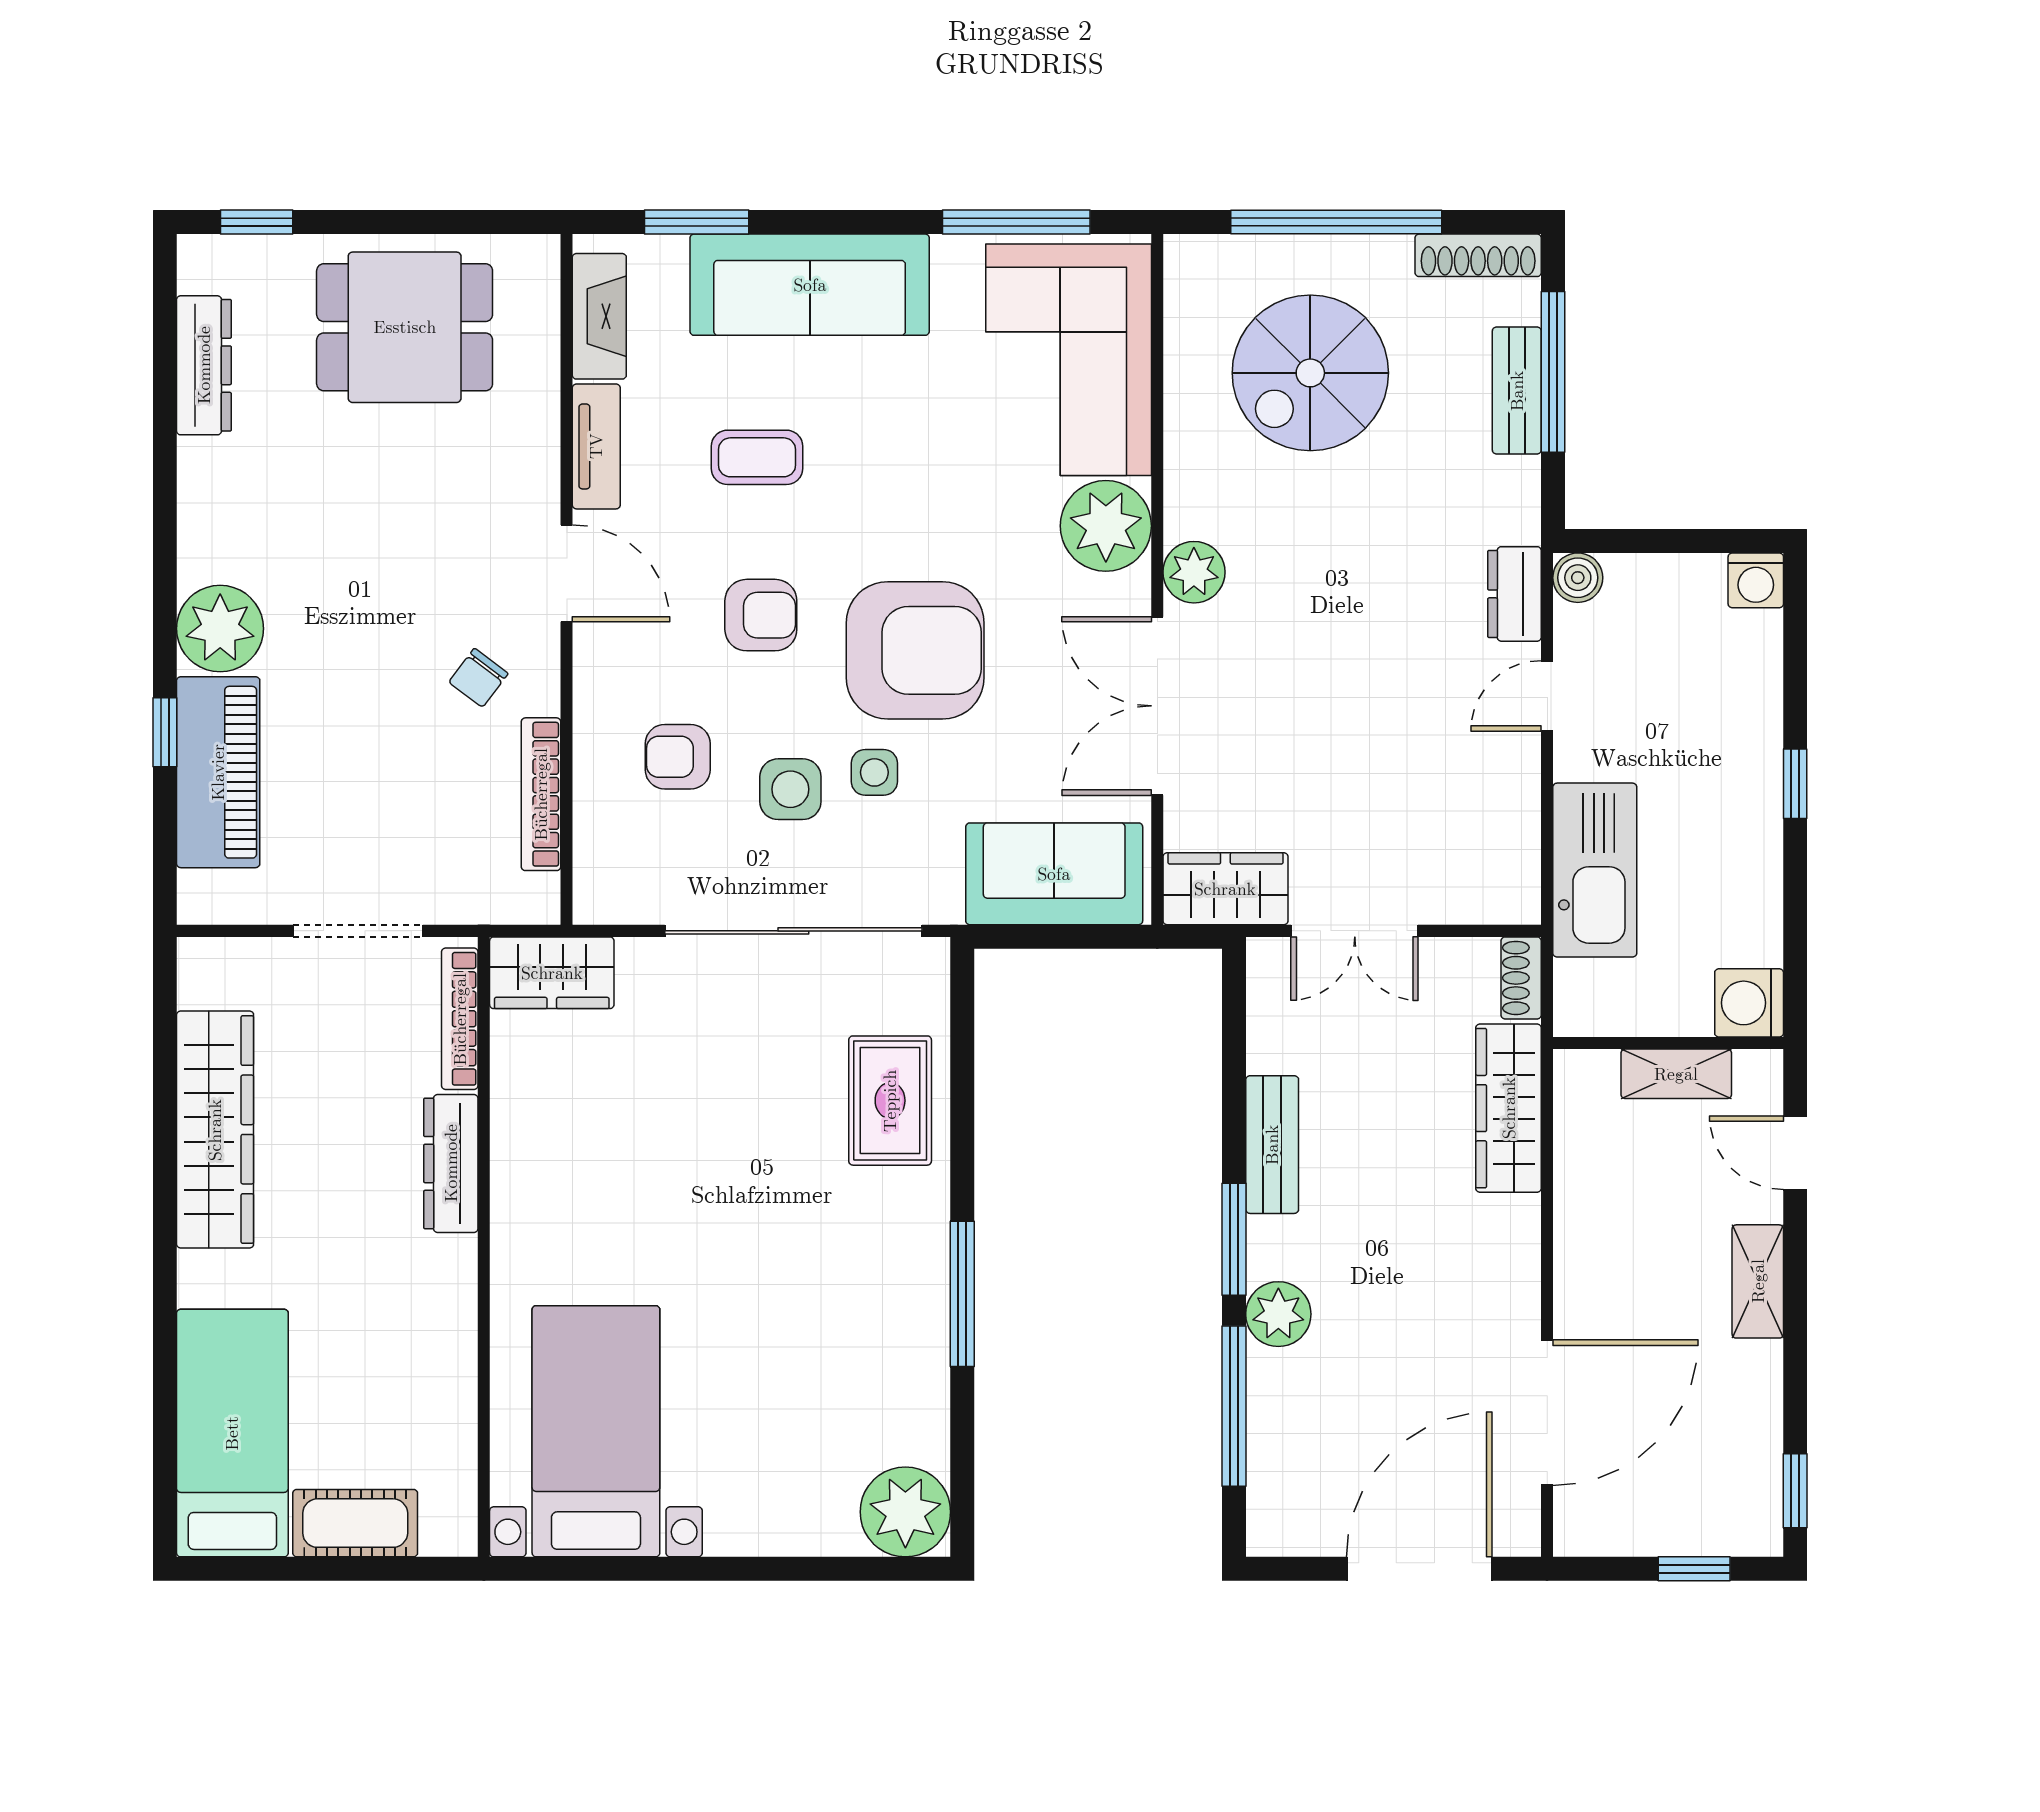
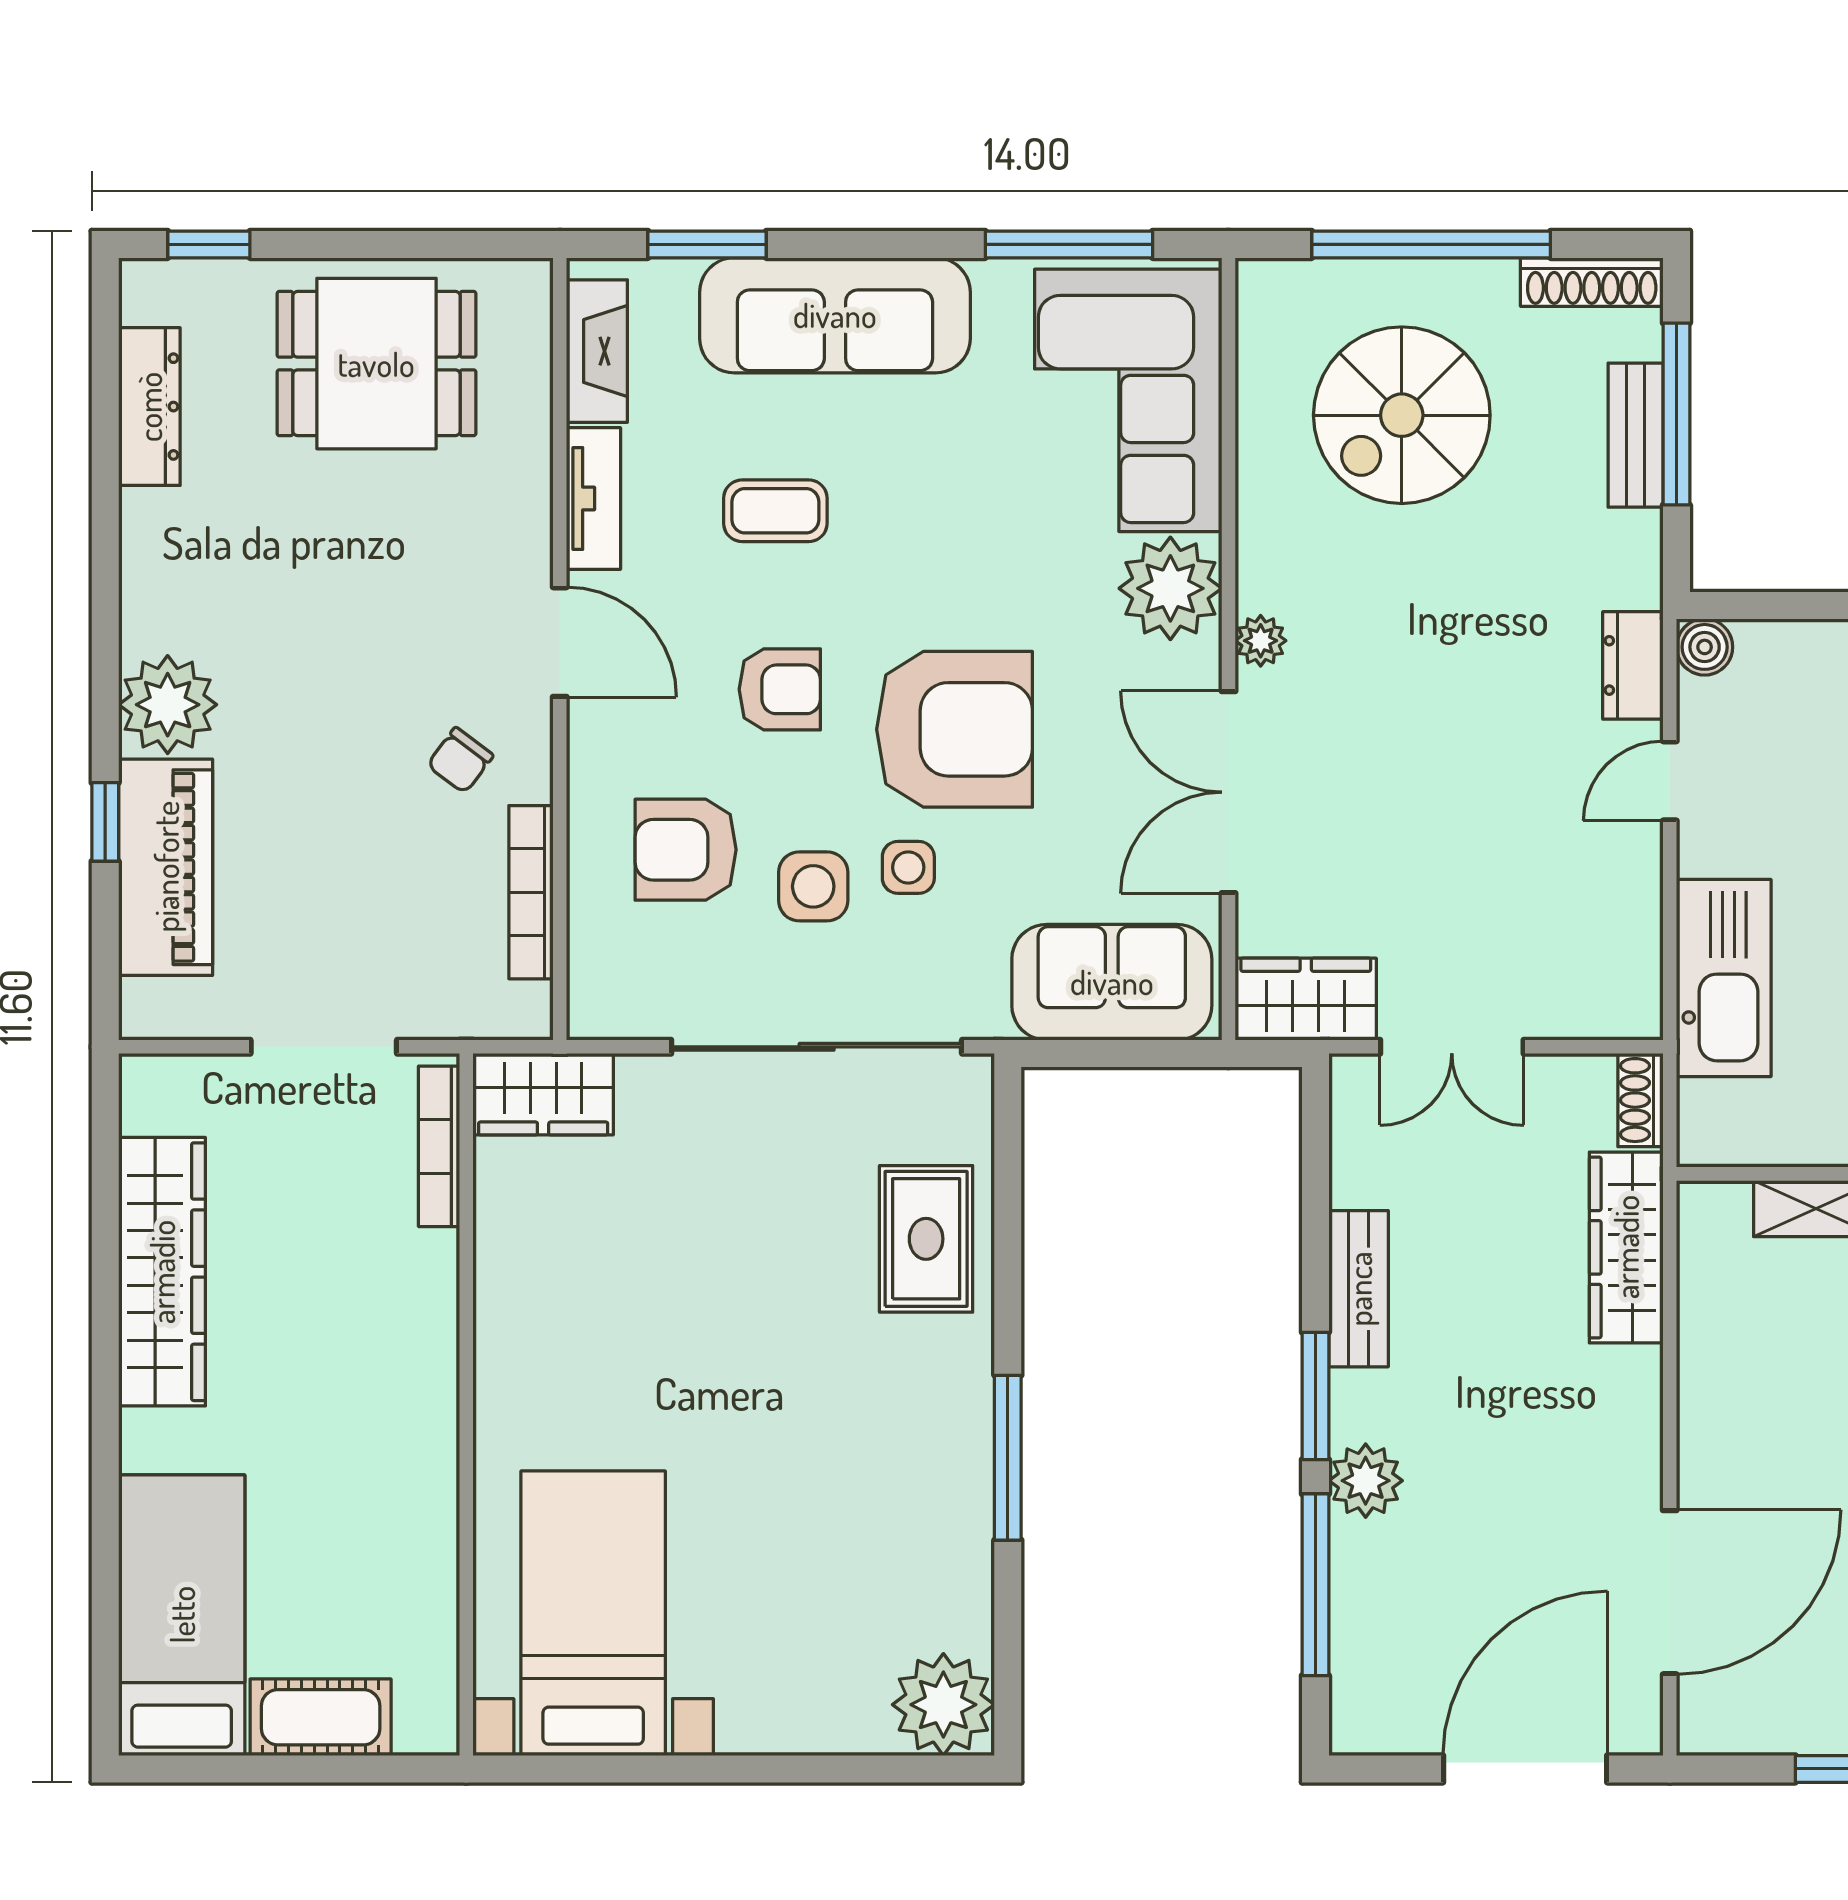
plant: (1194, 572) -> (1261, 641), width x0.73, depth x0.73
armchair: (678, 757) -> (686, 850), width x1.38, depth x1.38
dresser: (451, 1163) -> (429, 1310), removed

